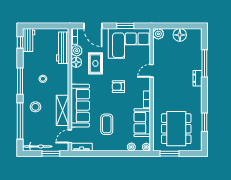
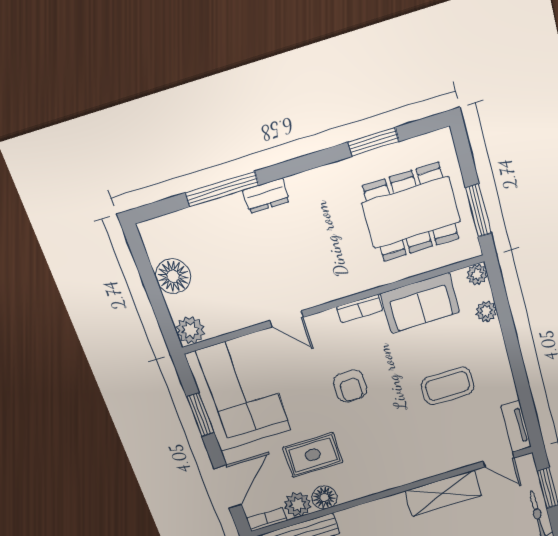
sofa: (80, 106) -> (421, 459), removed

